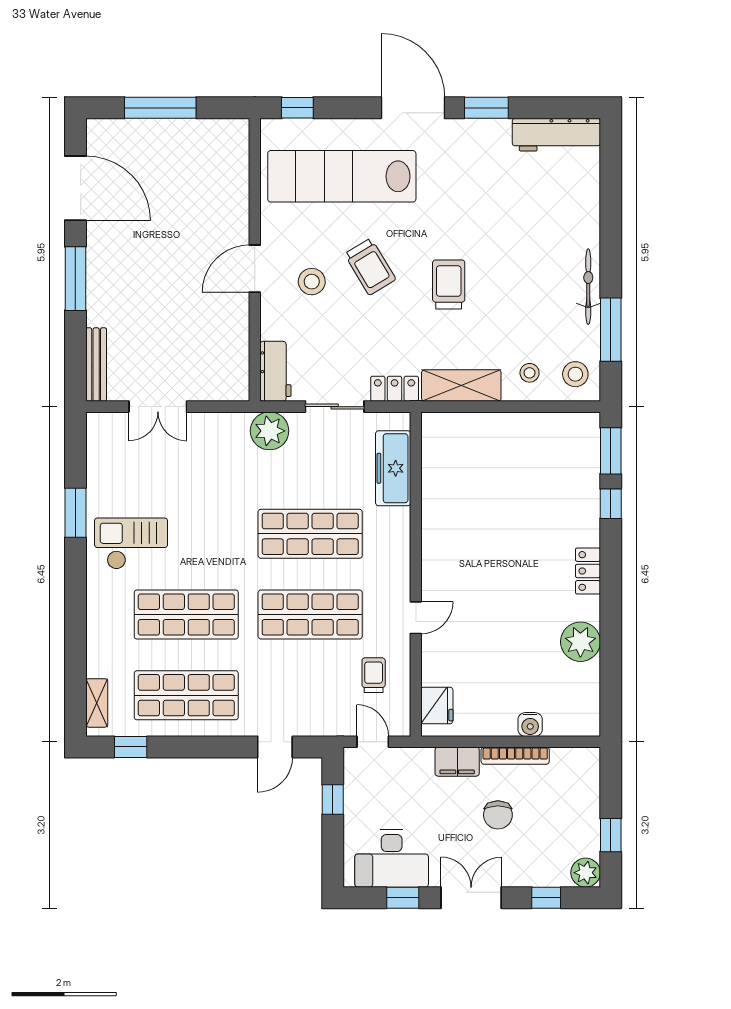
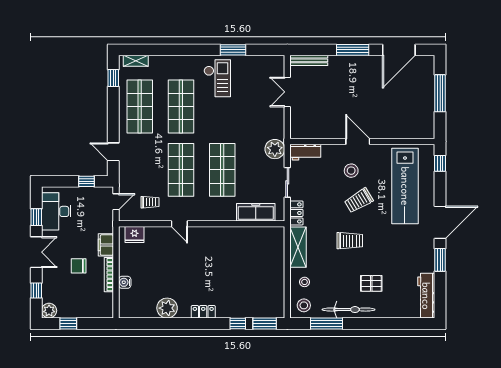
lab bench: (342, 176) -> (405, 186), turned 180
pallet: (532, 242) -> (371, 283), added
bicycle: (588, 287) -> (349, 310), width x1.37, depth x1.40

